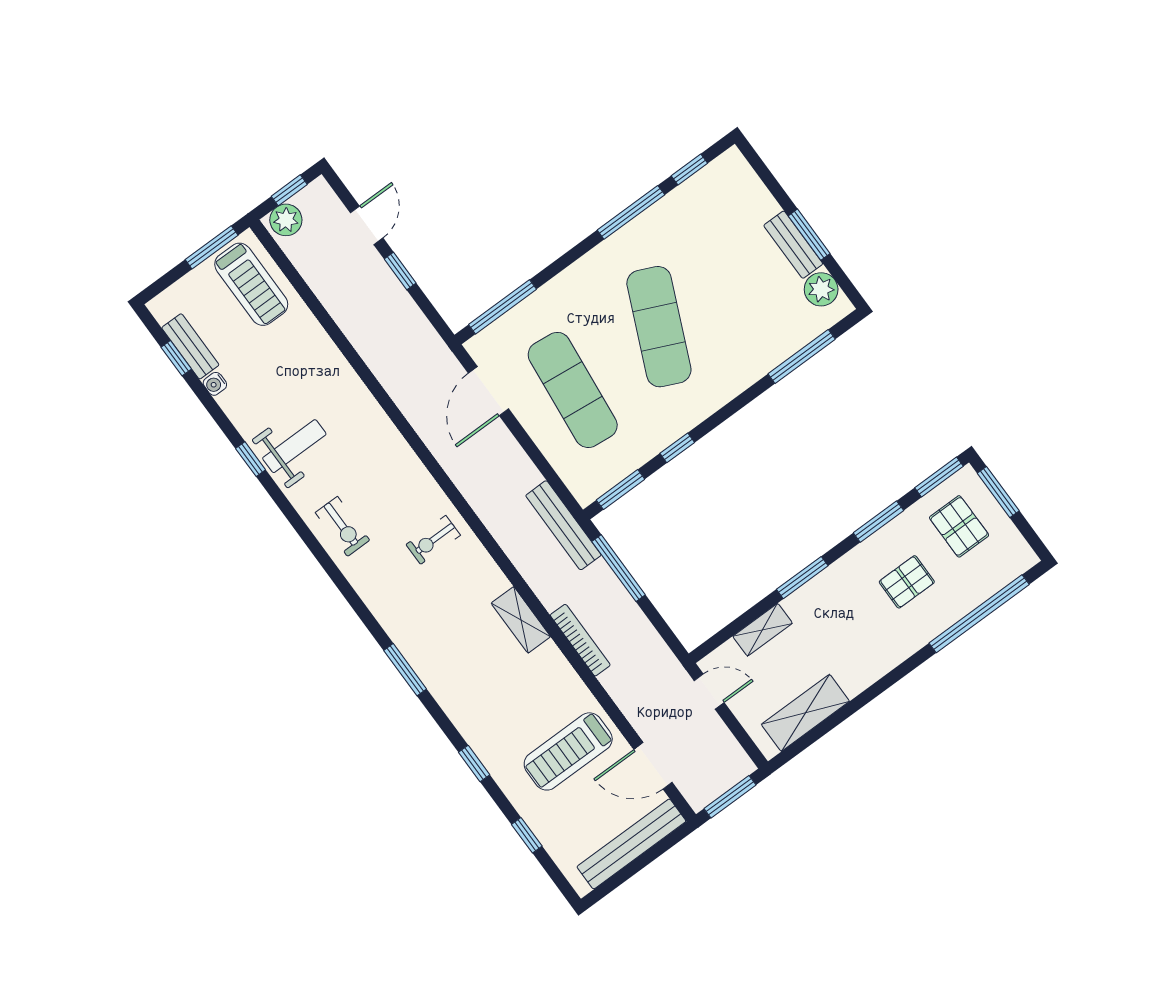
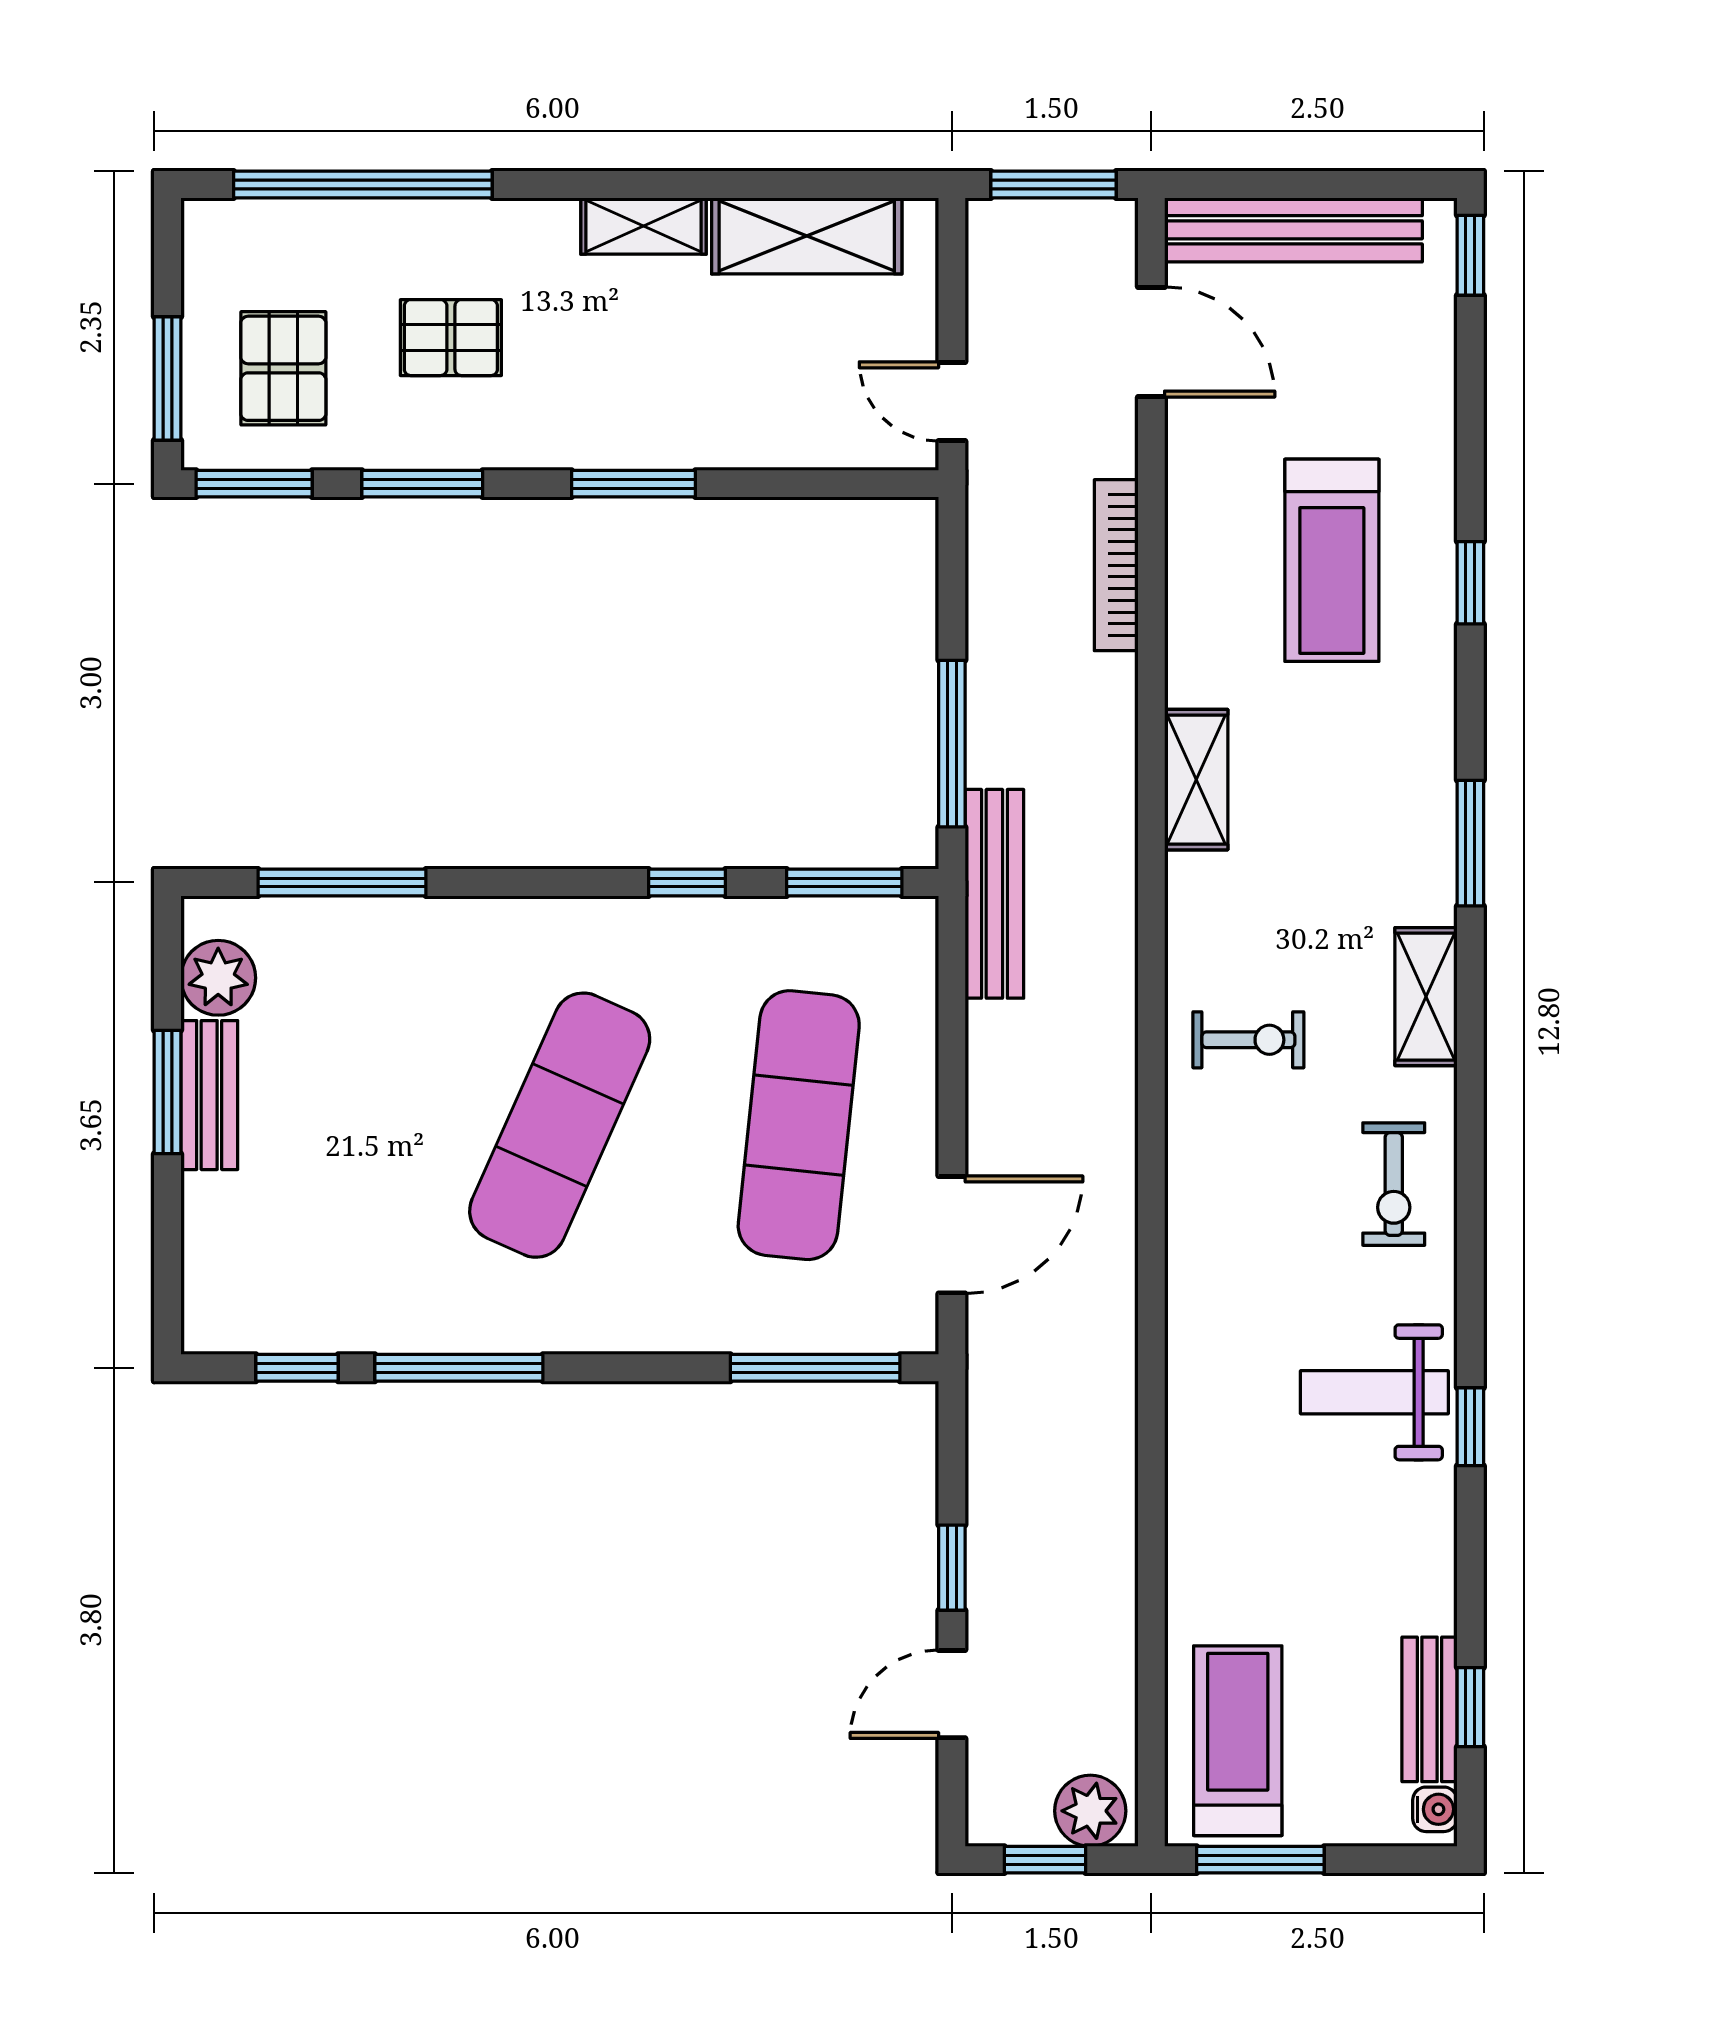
water cooler: (215, 384) -> (1435, 1809), moved
exercise bike: (342, 526) -> (1394, 1184), turned 180
shelving: (380, 603) -> (1426, 997), added
shelving: (763, 630) -> (644, 226), moved
bookcase: (580, 640) -> (1116, 565), moved
treadmill: (568, 751) -> (1332, 560), moved, turned 90
window: (527, 835) -> (1470, 255), moved

